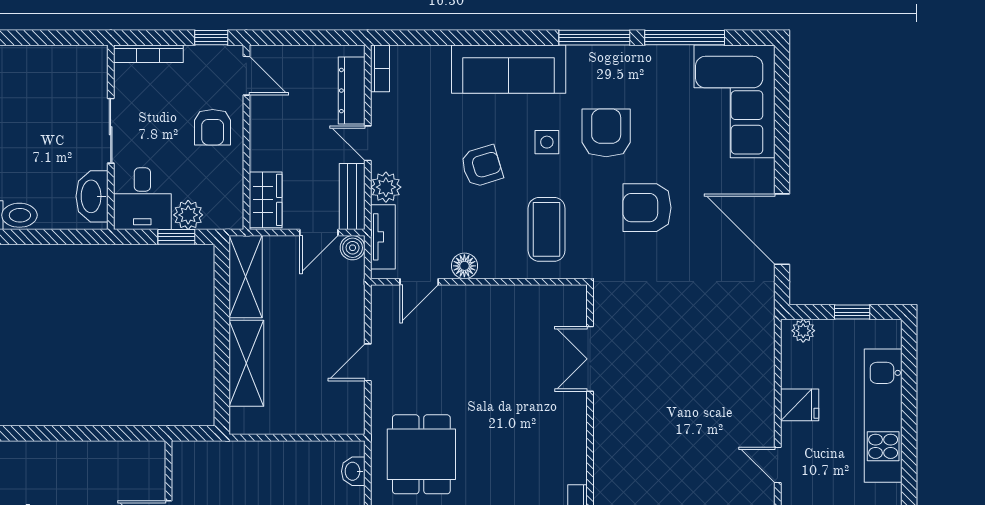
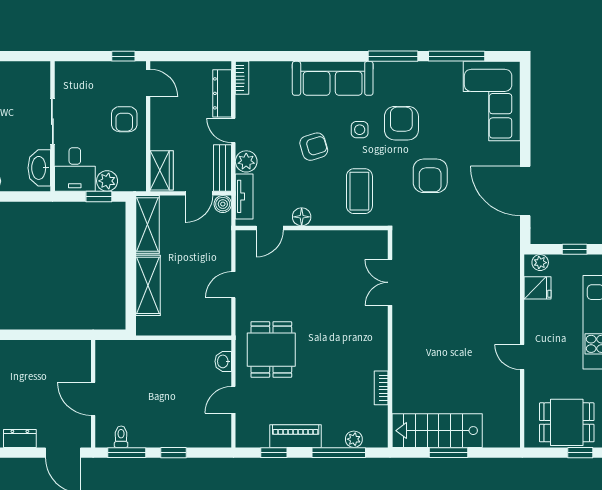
bookcase: (148, 54) -> (79, 68), removed
armchair: (647, 208) -> (430, 176), turned -90
fridge: (800, 405) -> (538, 288), moved

